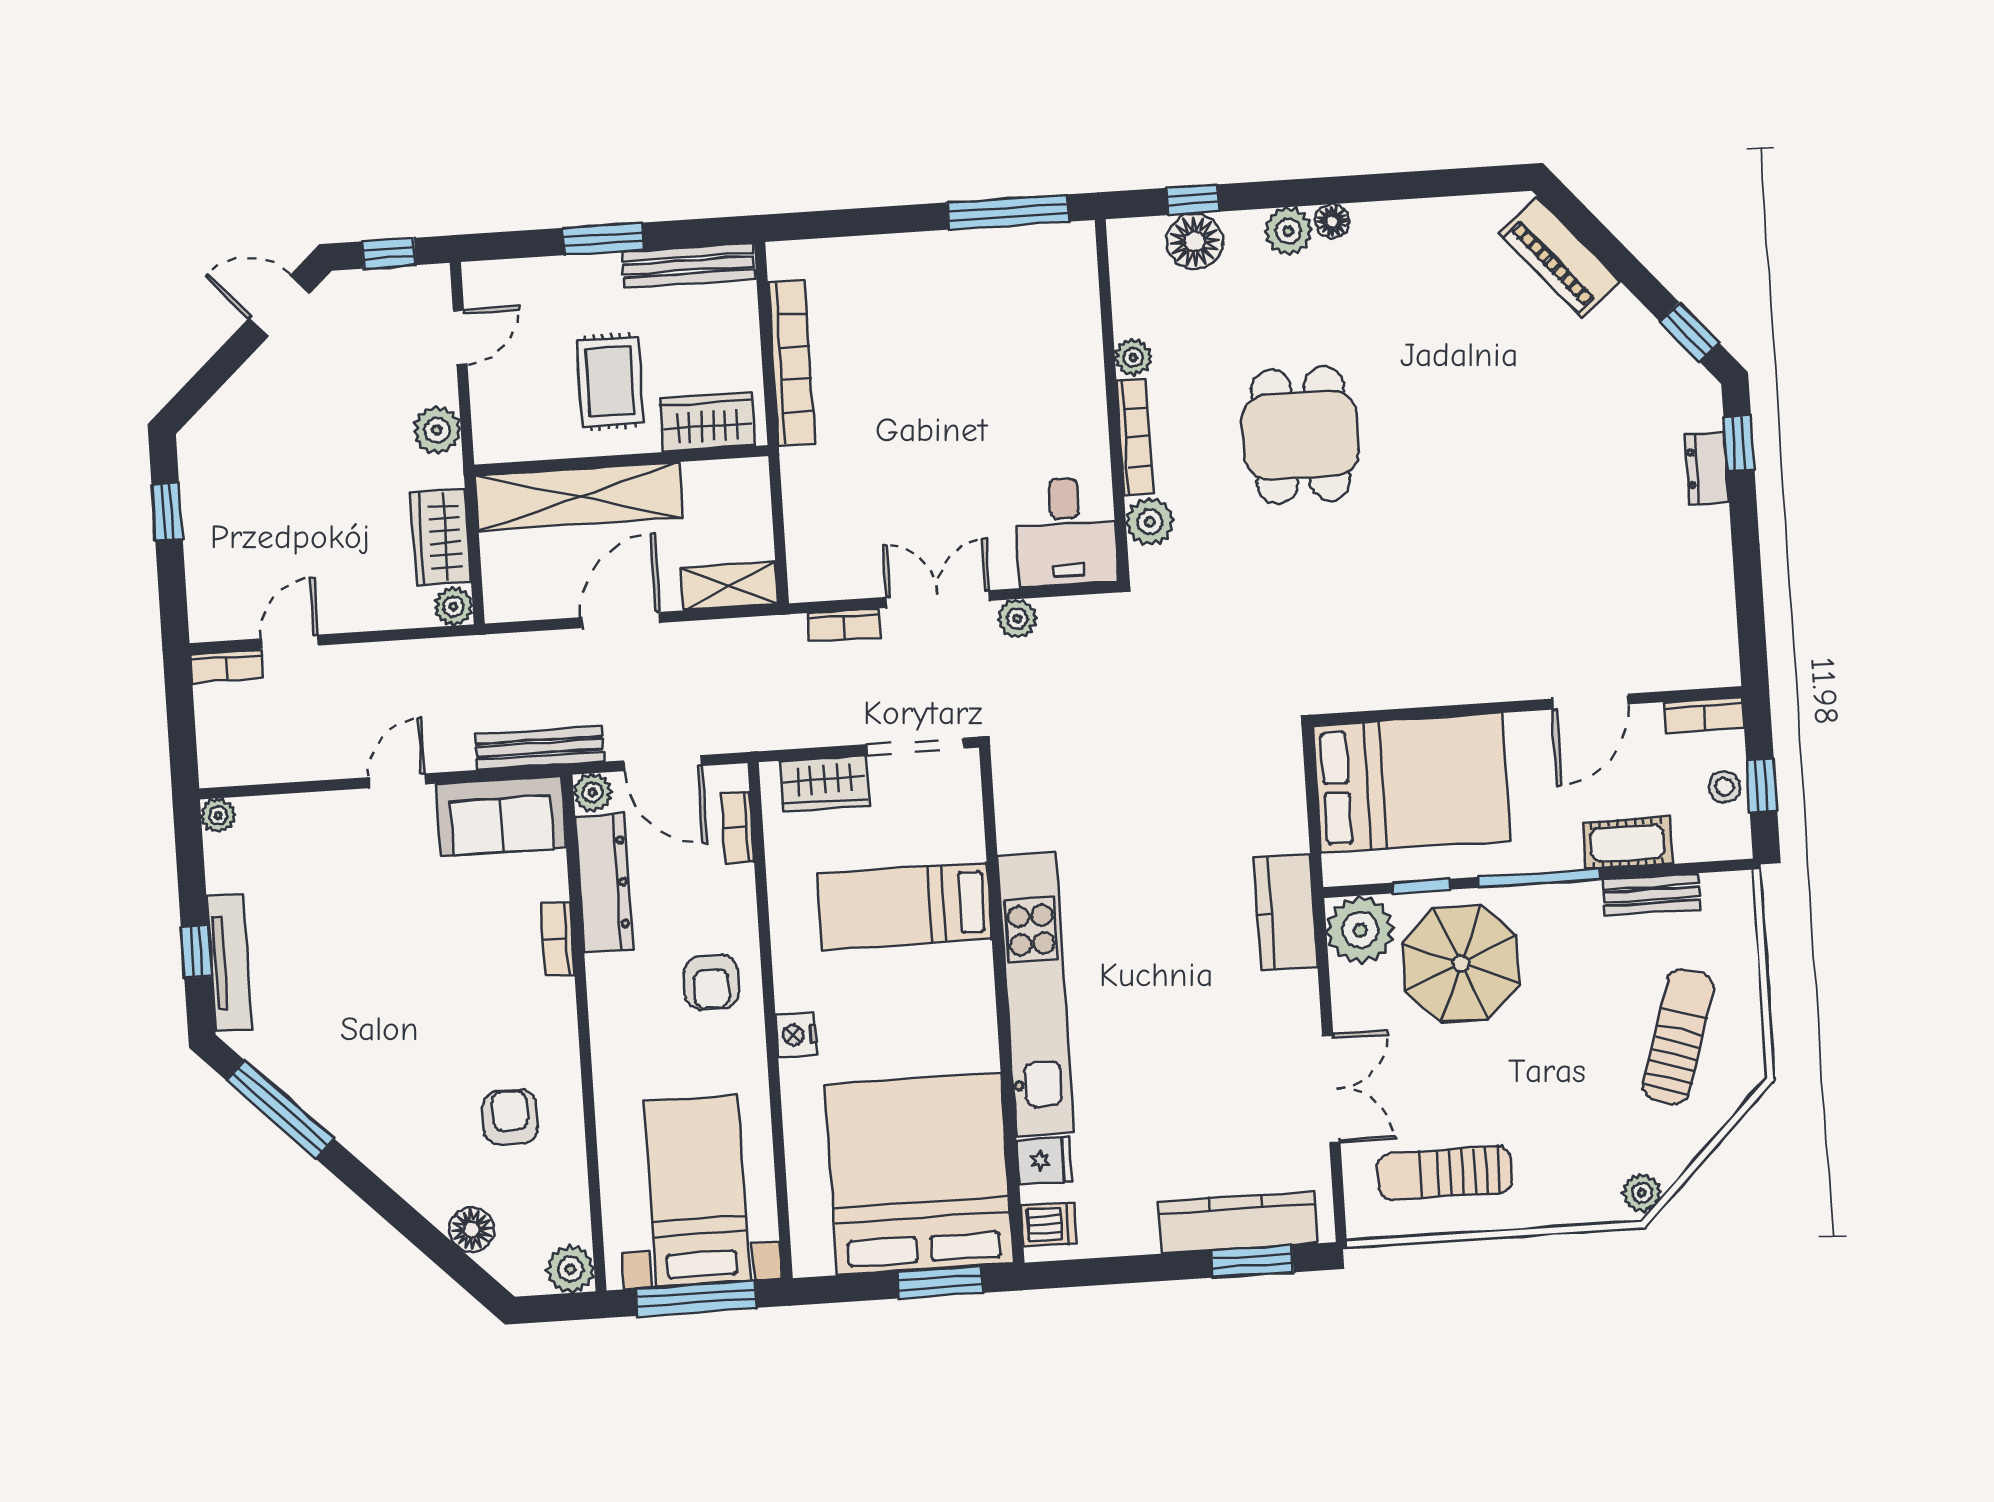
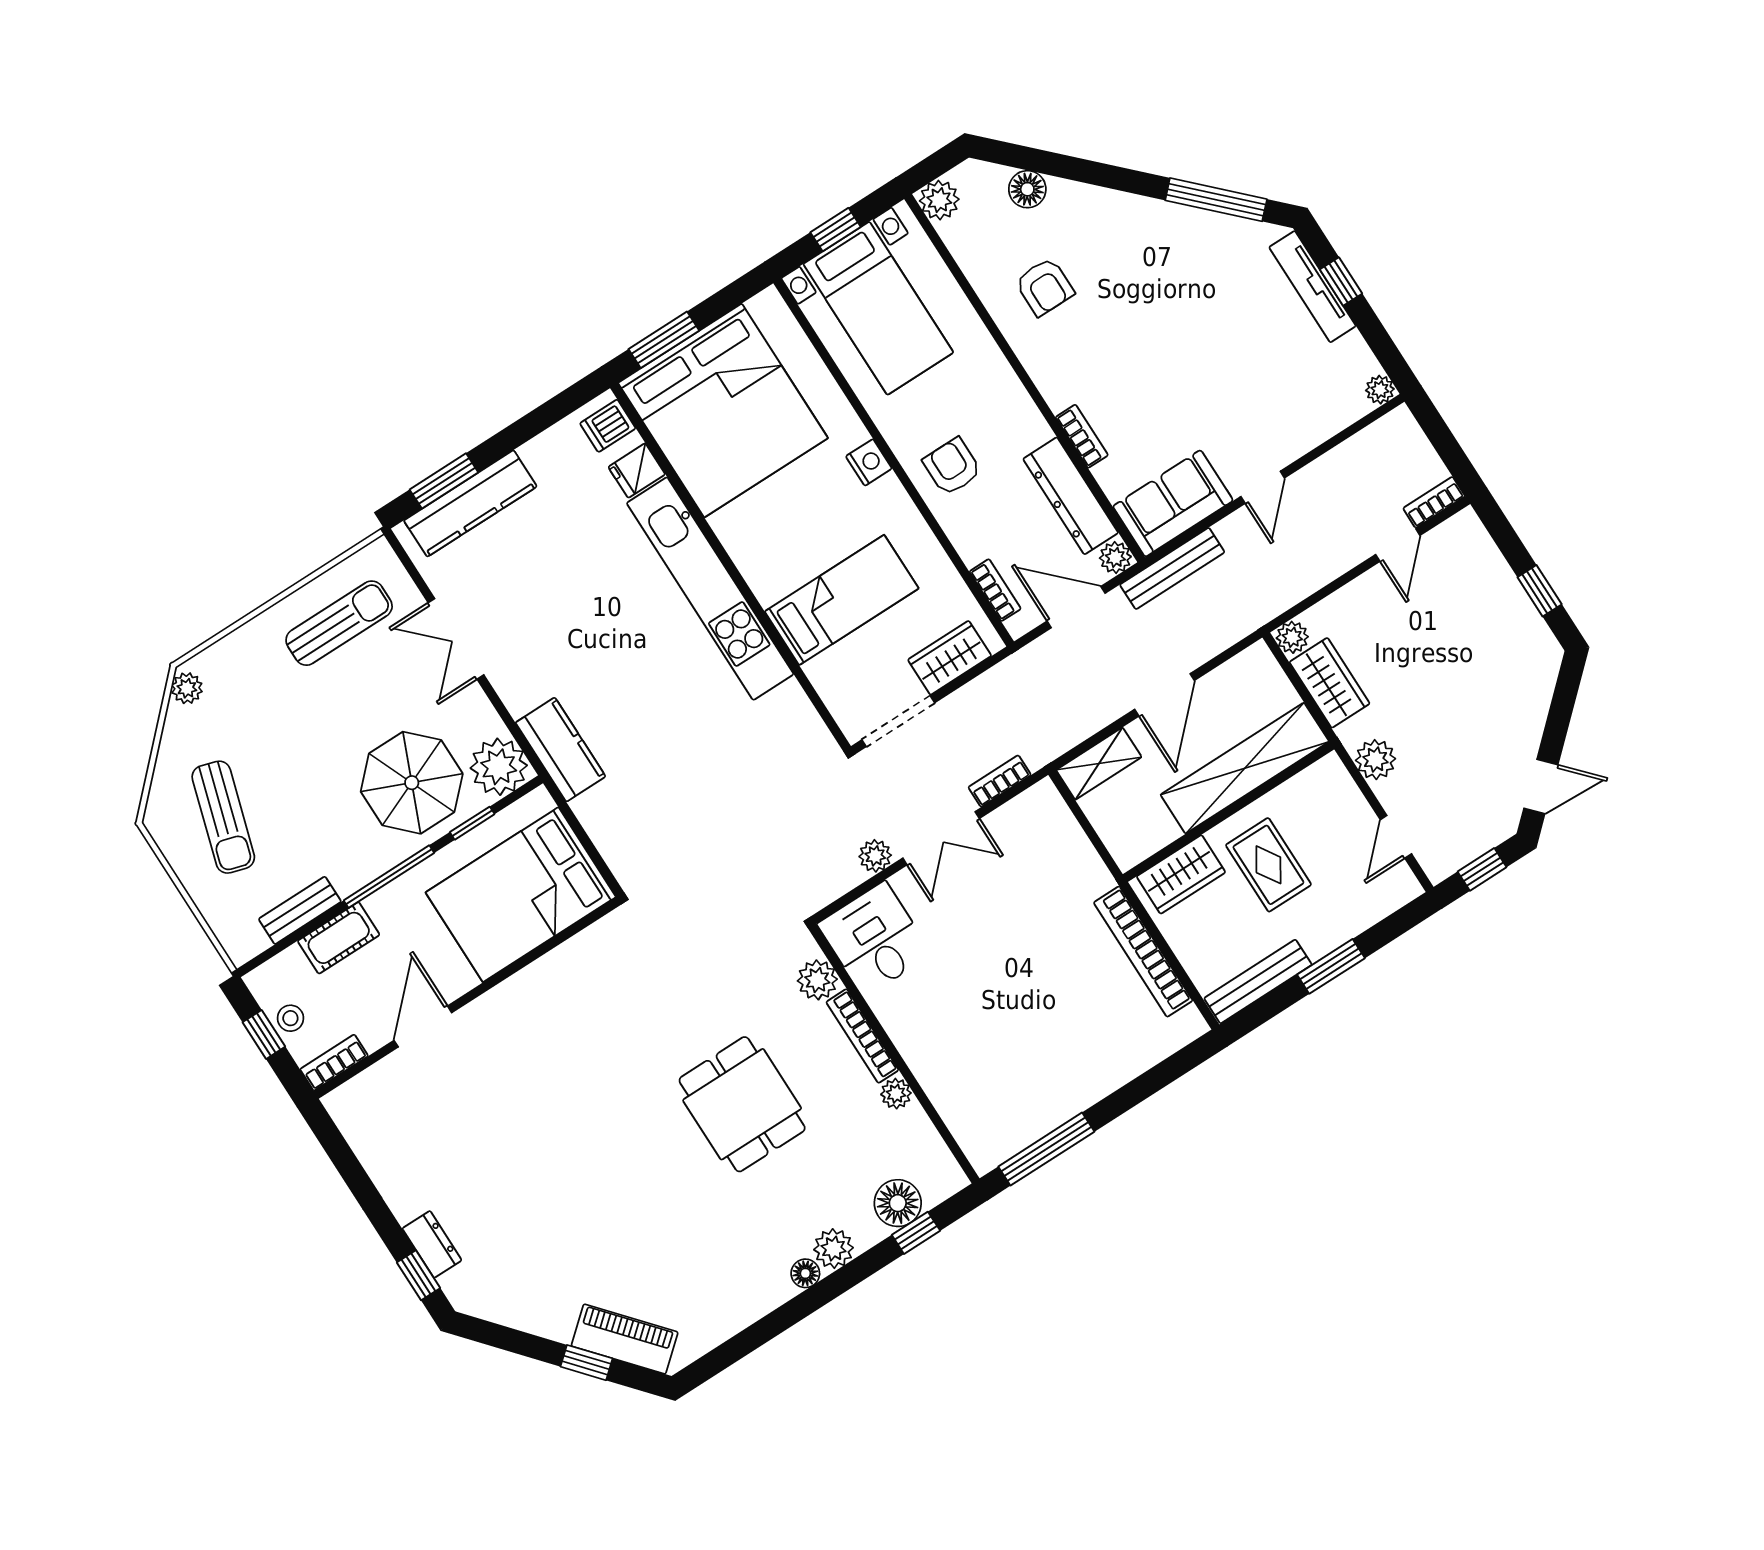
window: (1690, 332) -> (587, 1363), moved
window: (696, 1298) -> (836, 230), width x0.46

